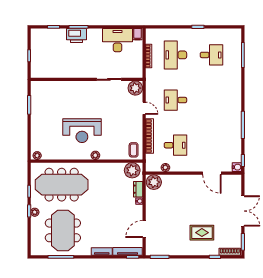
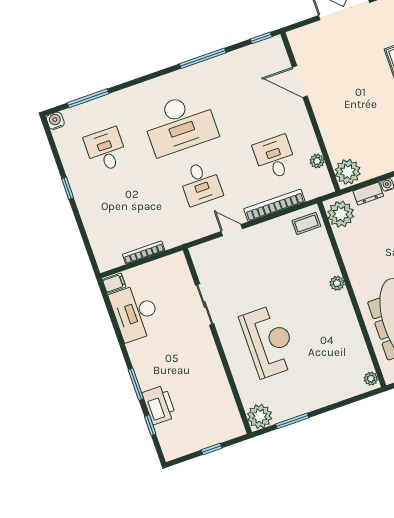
printer: (77, 36) -> (159, 405), moved
desk: (175, 55) -> (180, 124), moved, width x1.36, depth x1.30
plant: (135, 88) -> (260, 416), moved
door: (144, 108) -> (232, 230), hinge flipped
reception desk: (82, 131) -> (269, 341), moved
water cooler: (237, 167) -> (55, 121), moved
door: (212, 173) -> (300, 82), swing flipped

